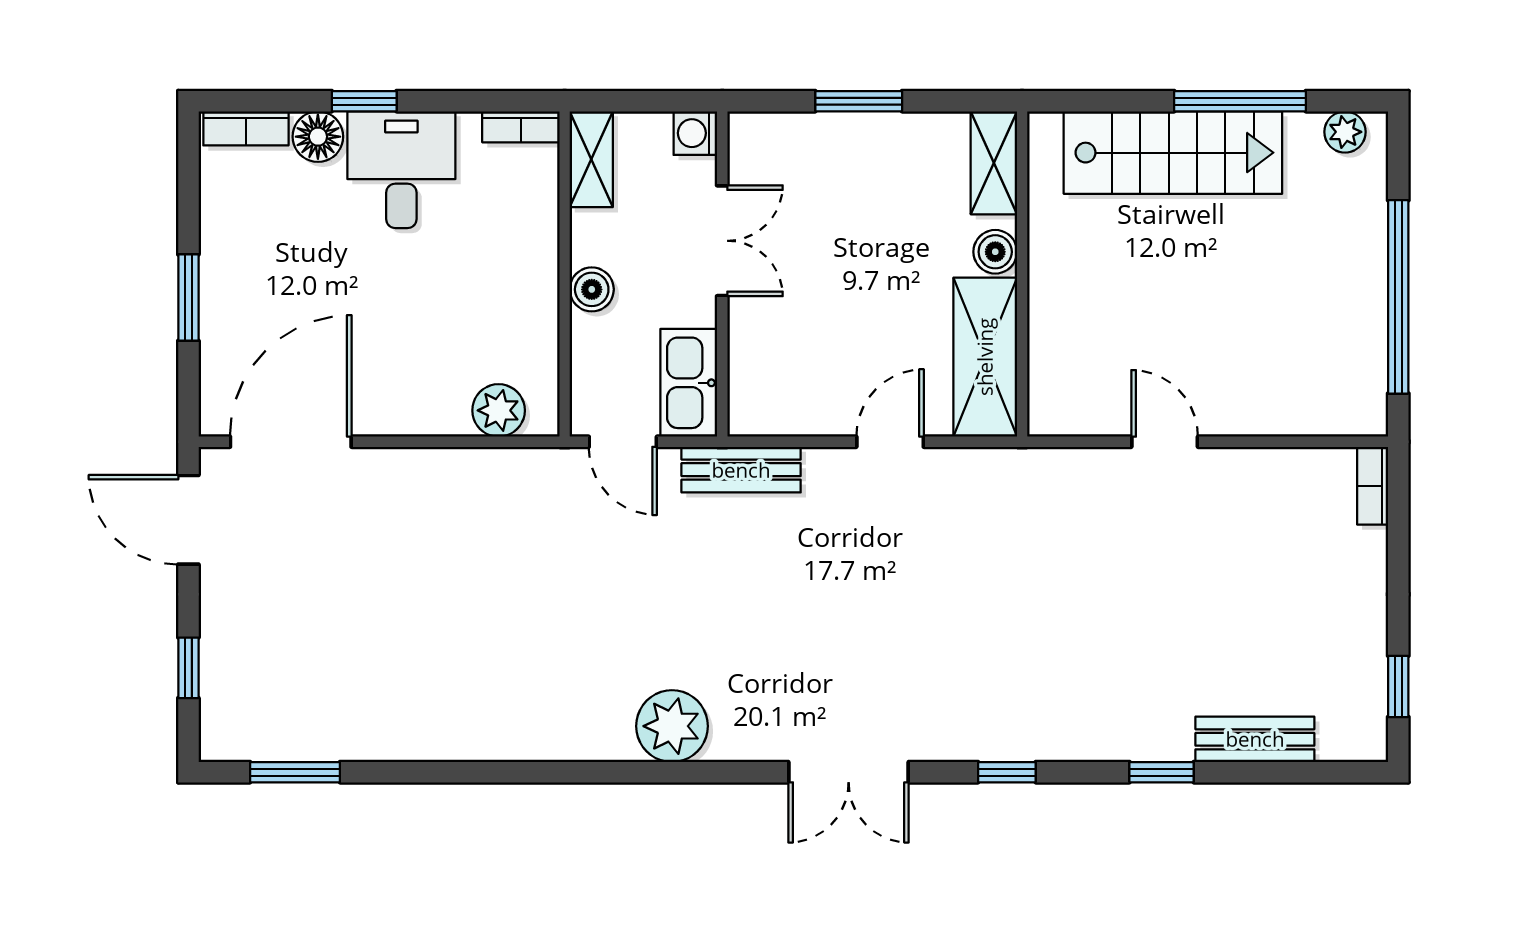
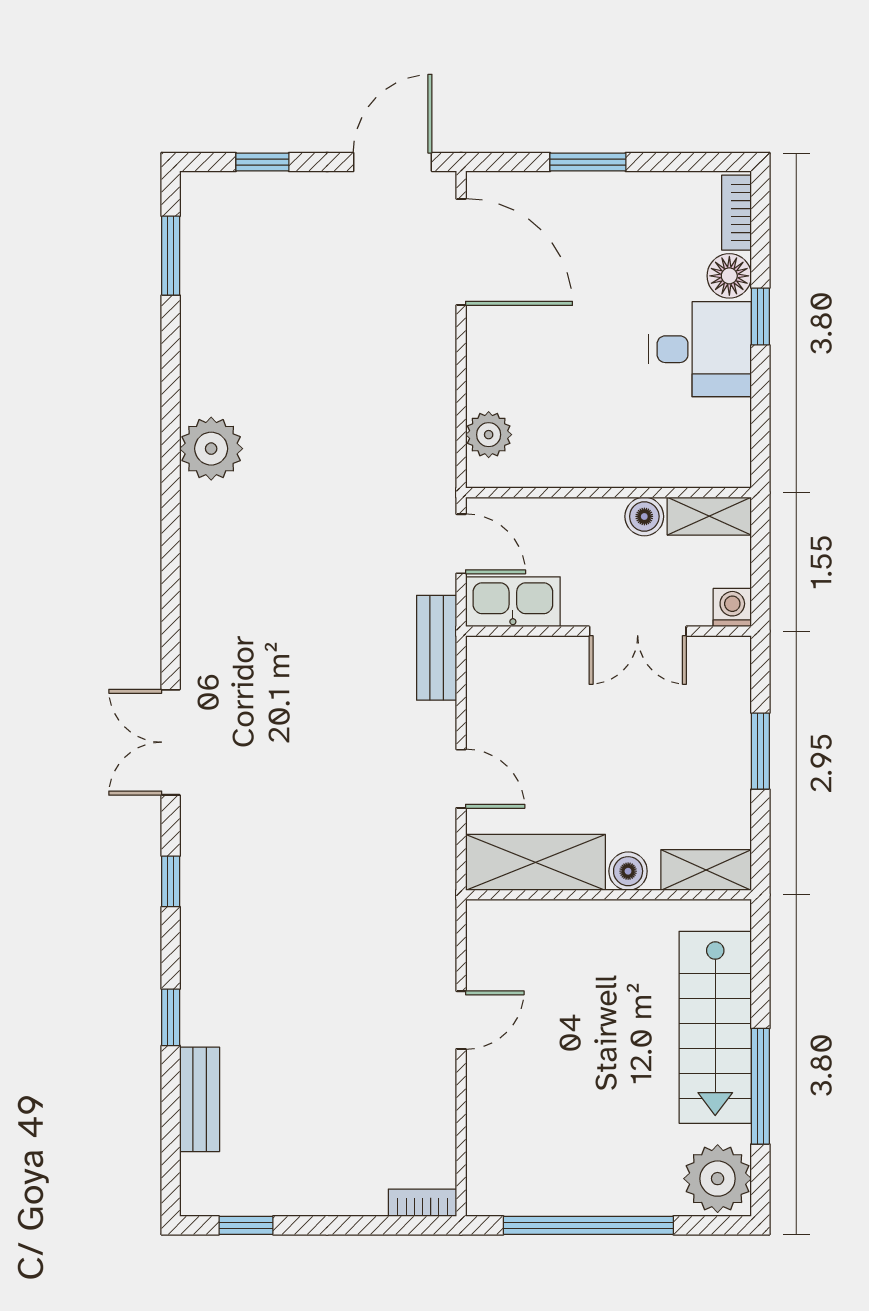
bookcase: (521, 127) -> (738, 454), removed
plant: (1345, 132) -> (718, 1179), width x1.87, depth x1.87
boiler: (592, 289) -> (644, 516), moved
door: (623, 442) -> (461, 544), swing flipped
plant: (672, 726) -> (211, 449), moved

